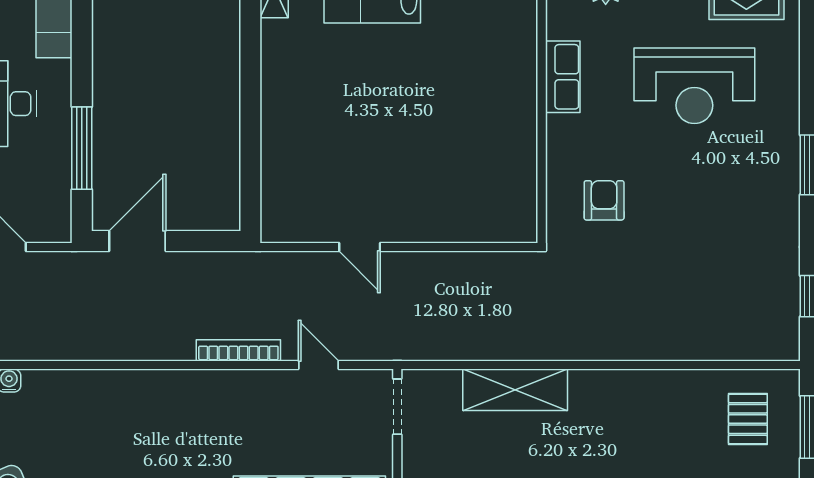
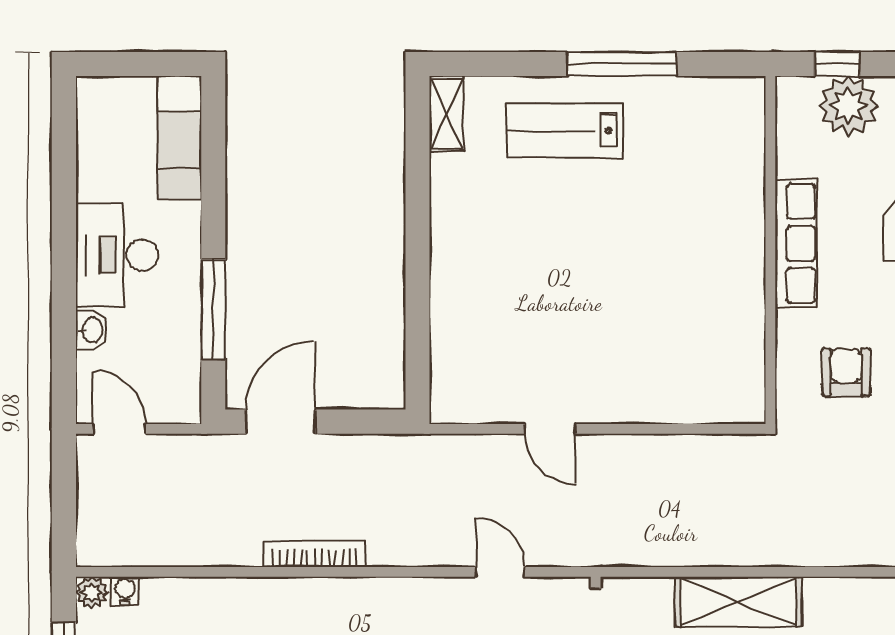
row of seats: (563, 77) -> (796, 243), width x1.48
bookcase: (238, 350) -> (315, 554), moved

